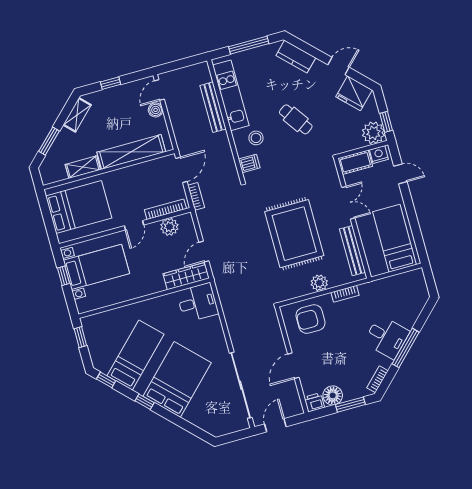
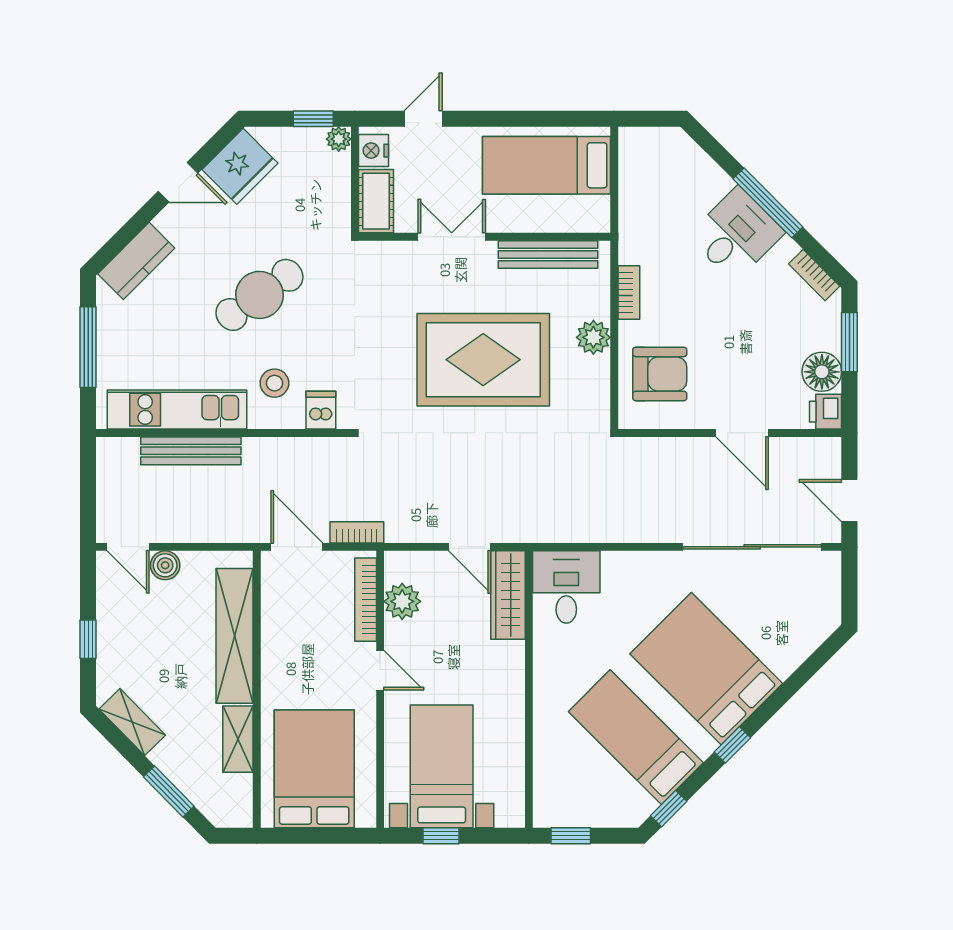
door: (338, 66) -> (178, 182), swing flipped
cafe table: (296, 119) -> (259, 295), width x1.37, depth x1.35
plant: (373, 133) -> (339, 139), width x0.53, depth x0.53
armchair: (311, 319) -> (660, 374), turned -90

